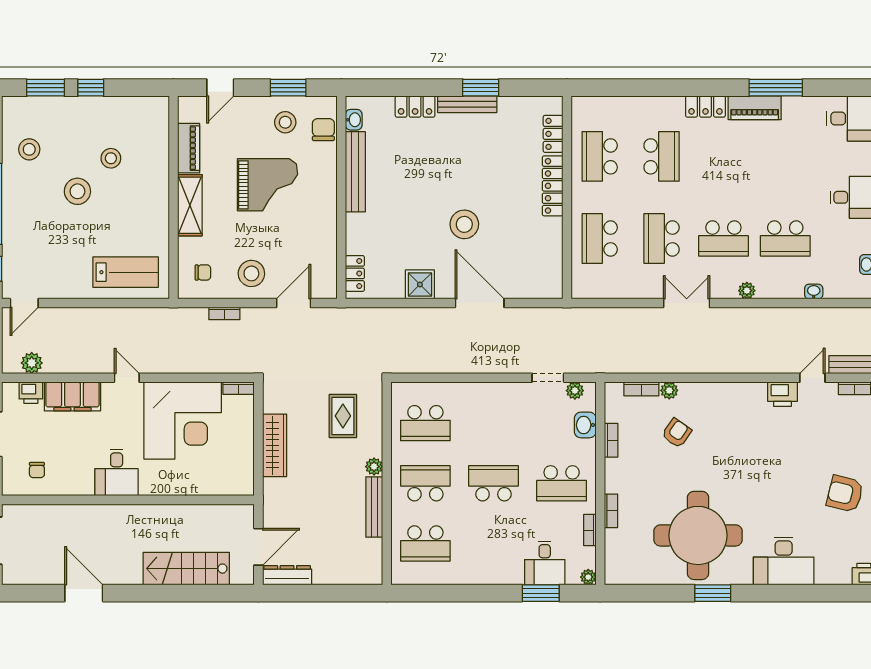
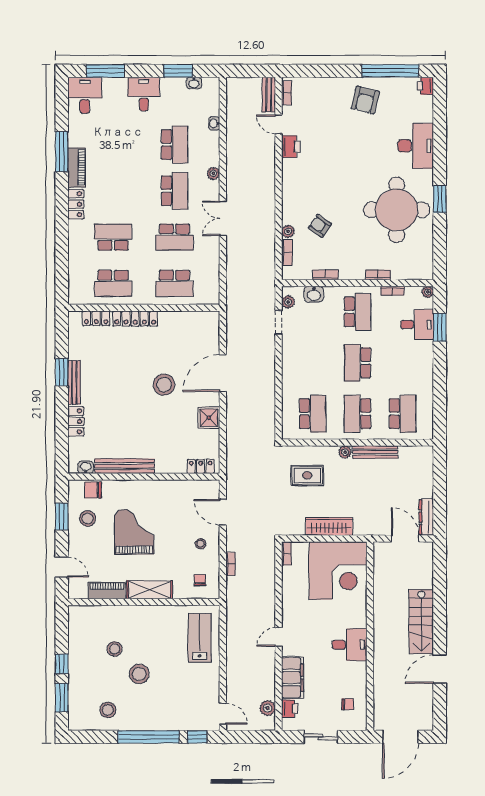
stool: (251, 273) -> (201, 544), width x0.53, depth x0.53
corner desk: (183, 420) -> (338, 571), moved, turned 90
stairs: (186, 569) -> (421, 622), moved

